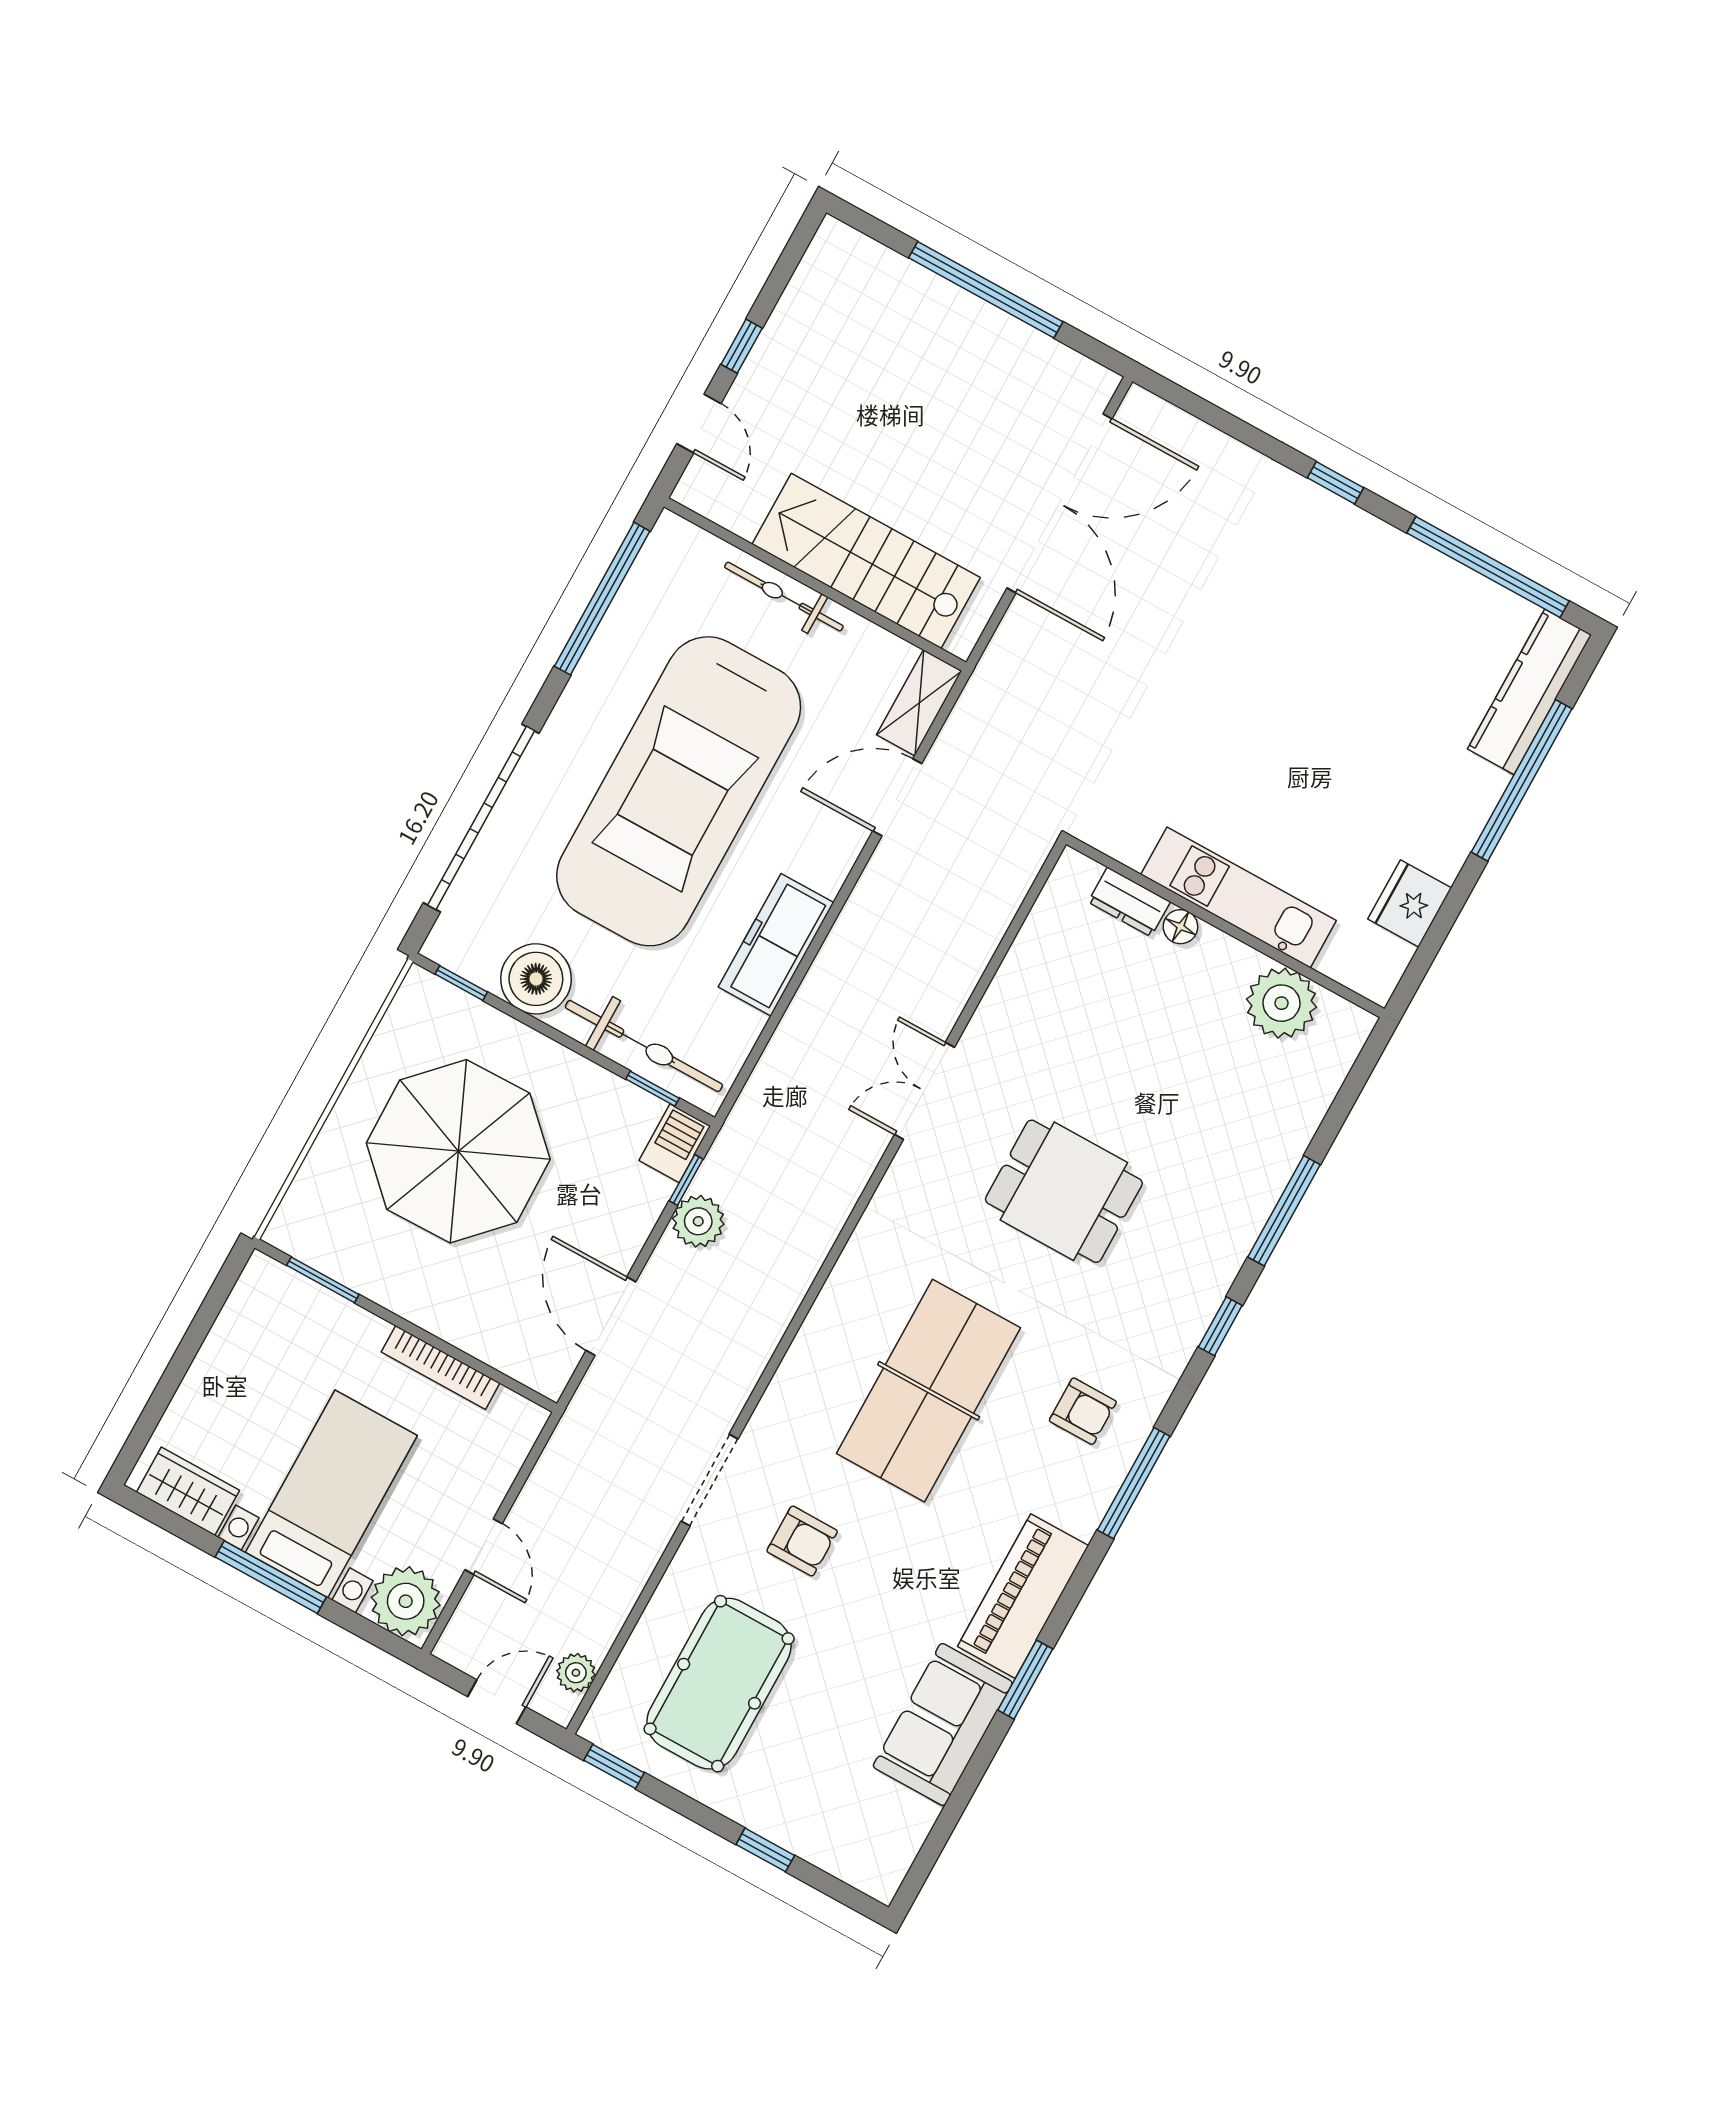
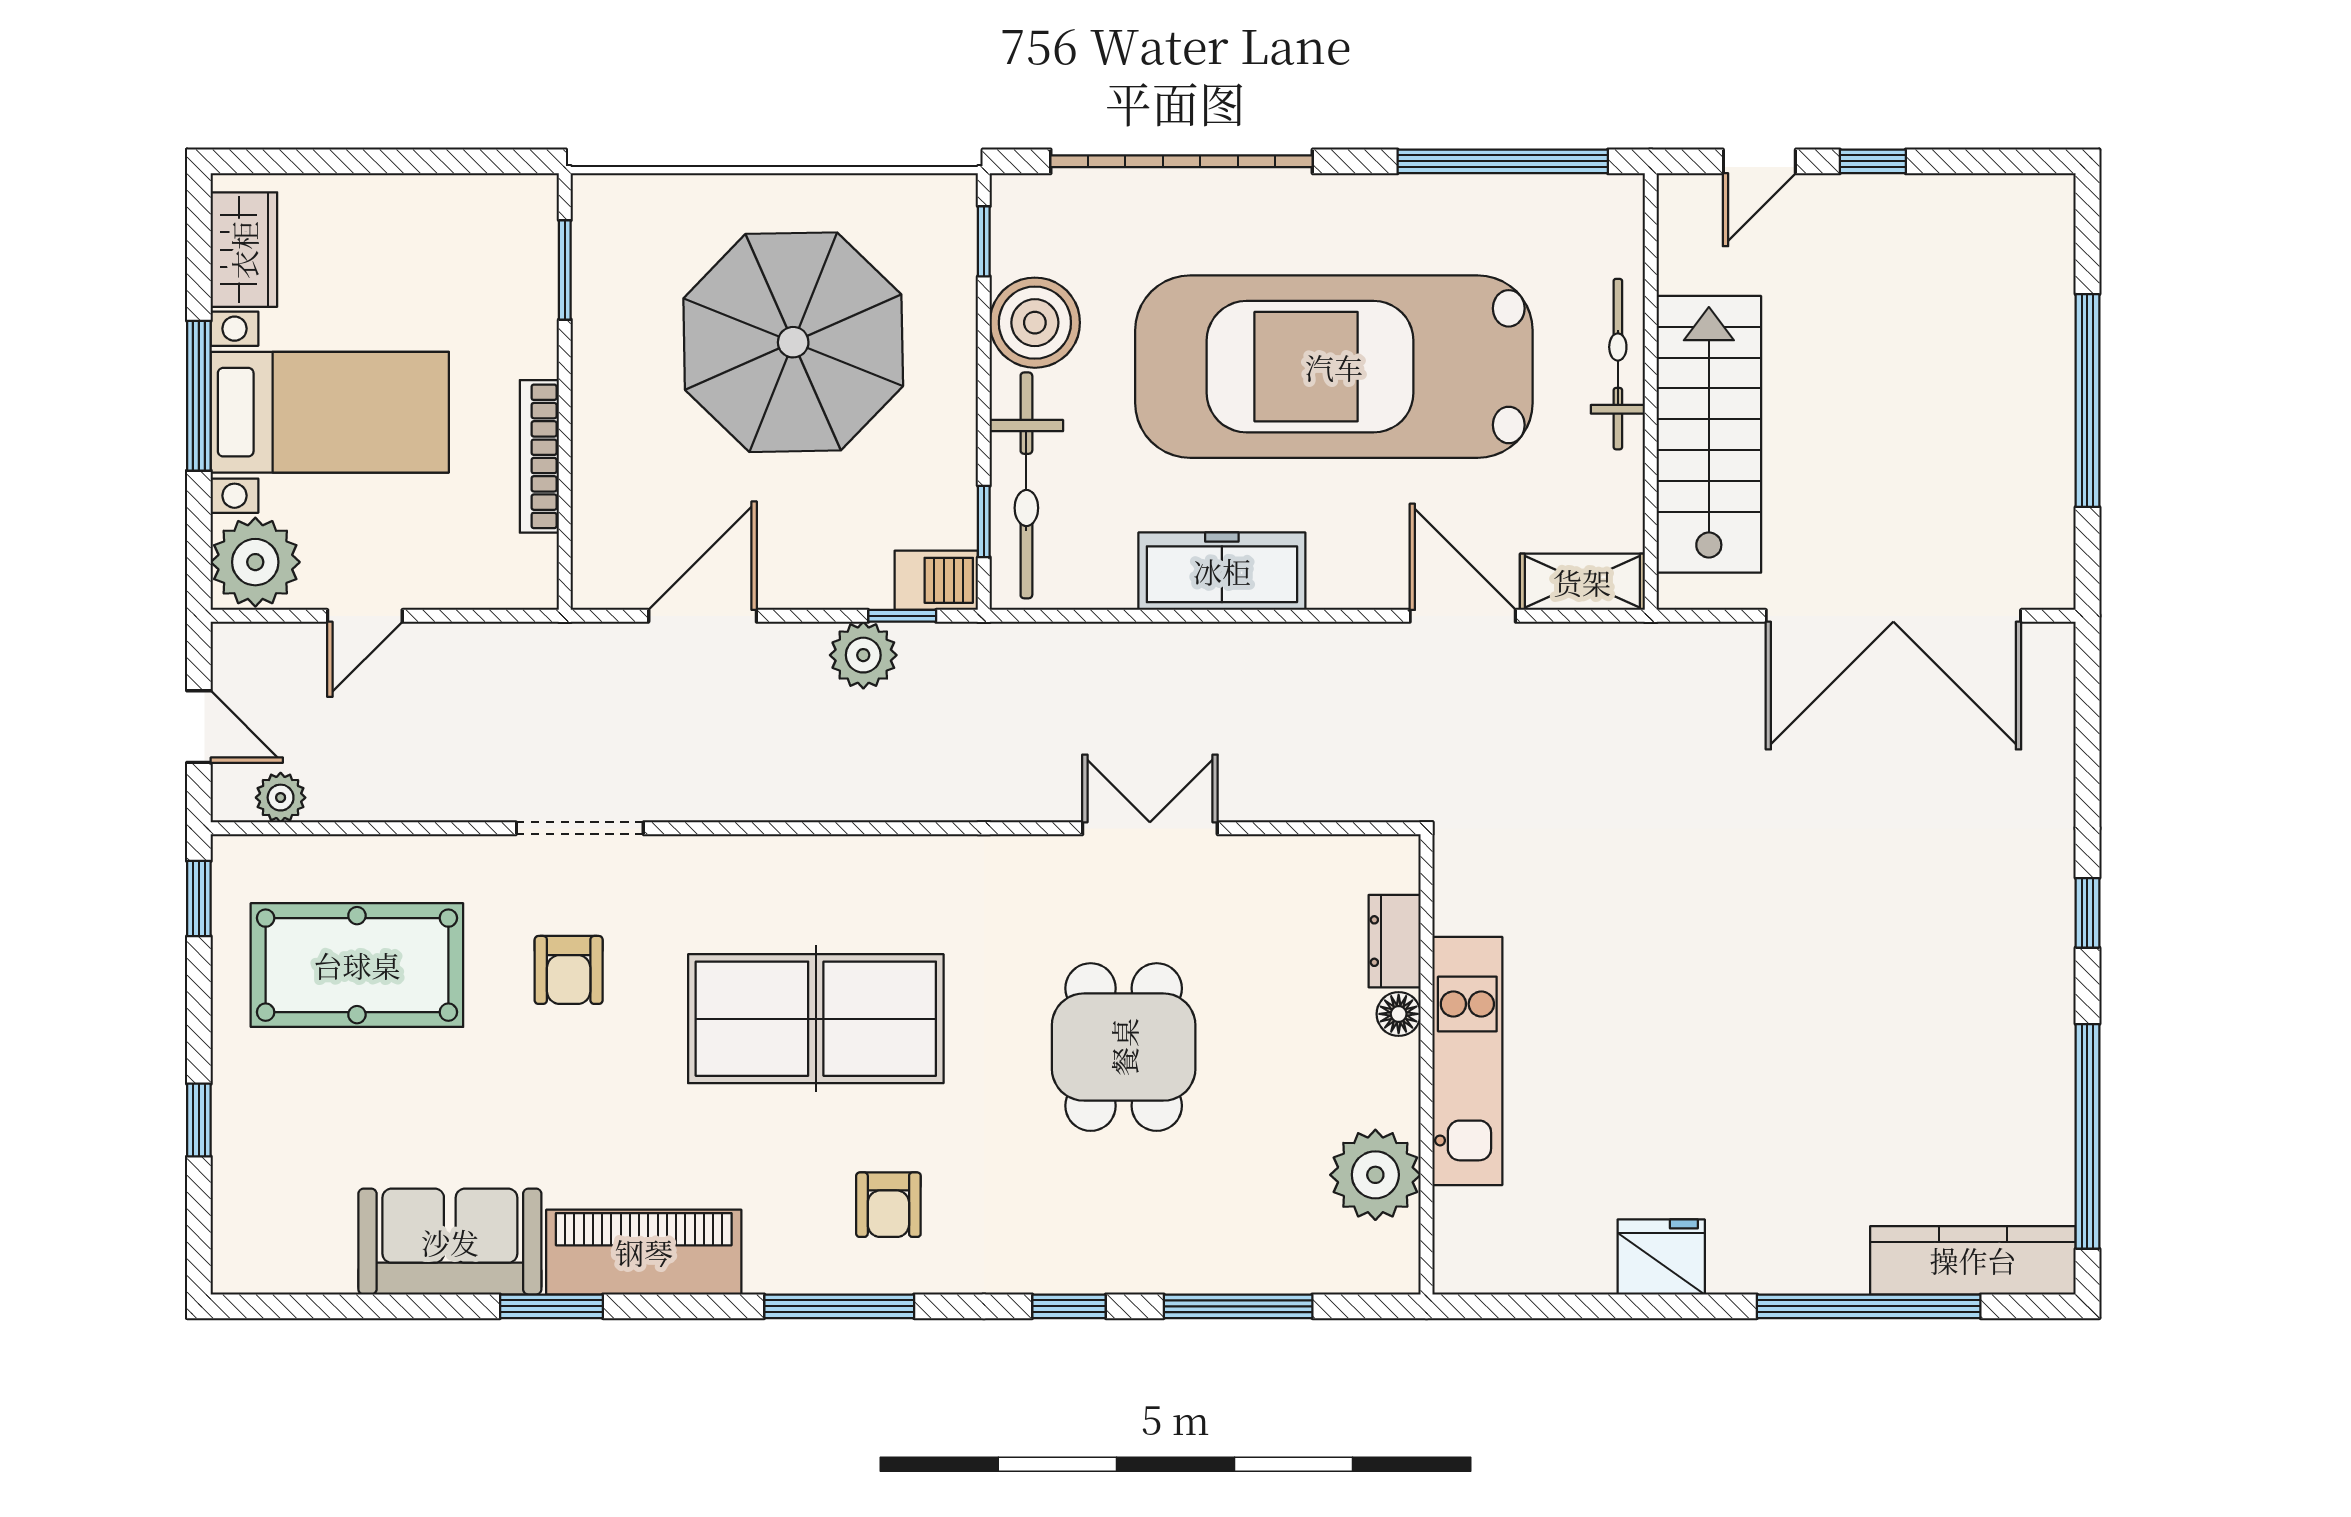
kitchen unit: (1239, 897) -> (1467, 1061), moved
dresser: (1129, 902) -> (1395, 941), moved
floor lamp: (1180, 927) -> (1399, 1014), moved
wall: (1225, 927) -> (1426, 1064), moved
plant: (1282, 1003) -> (1375, 1175), moved

